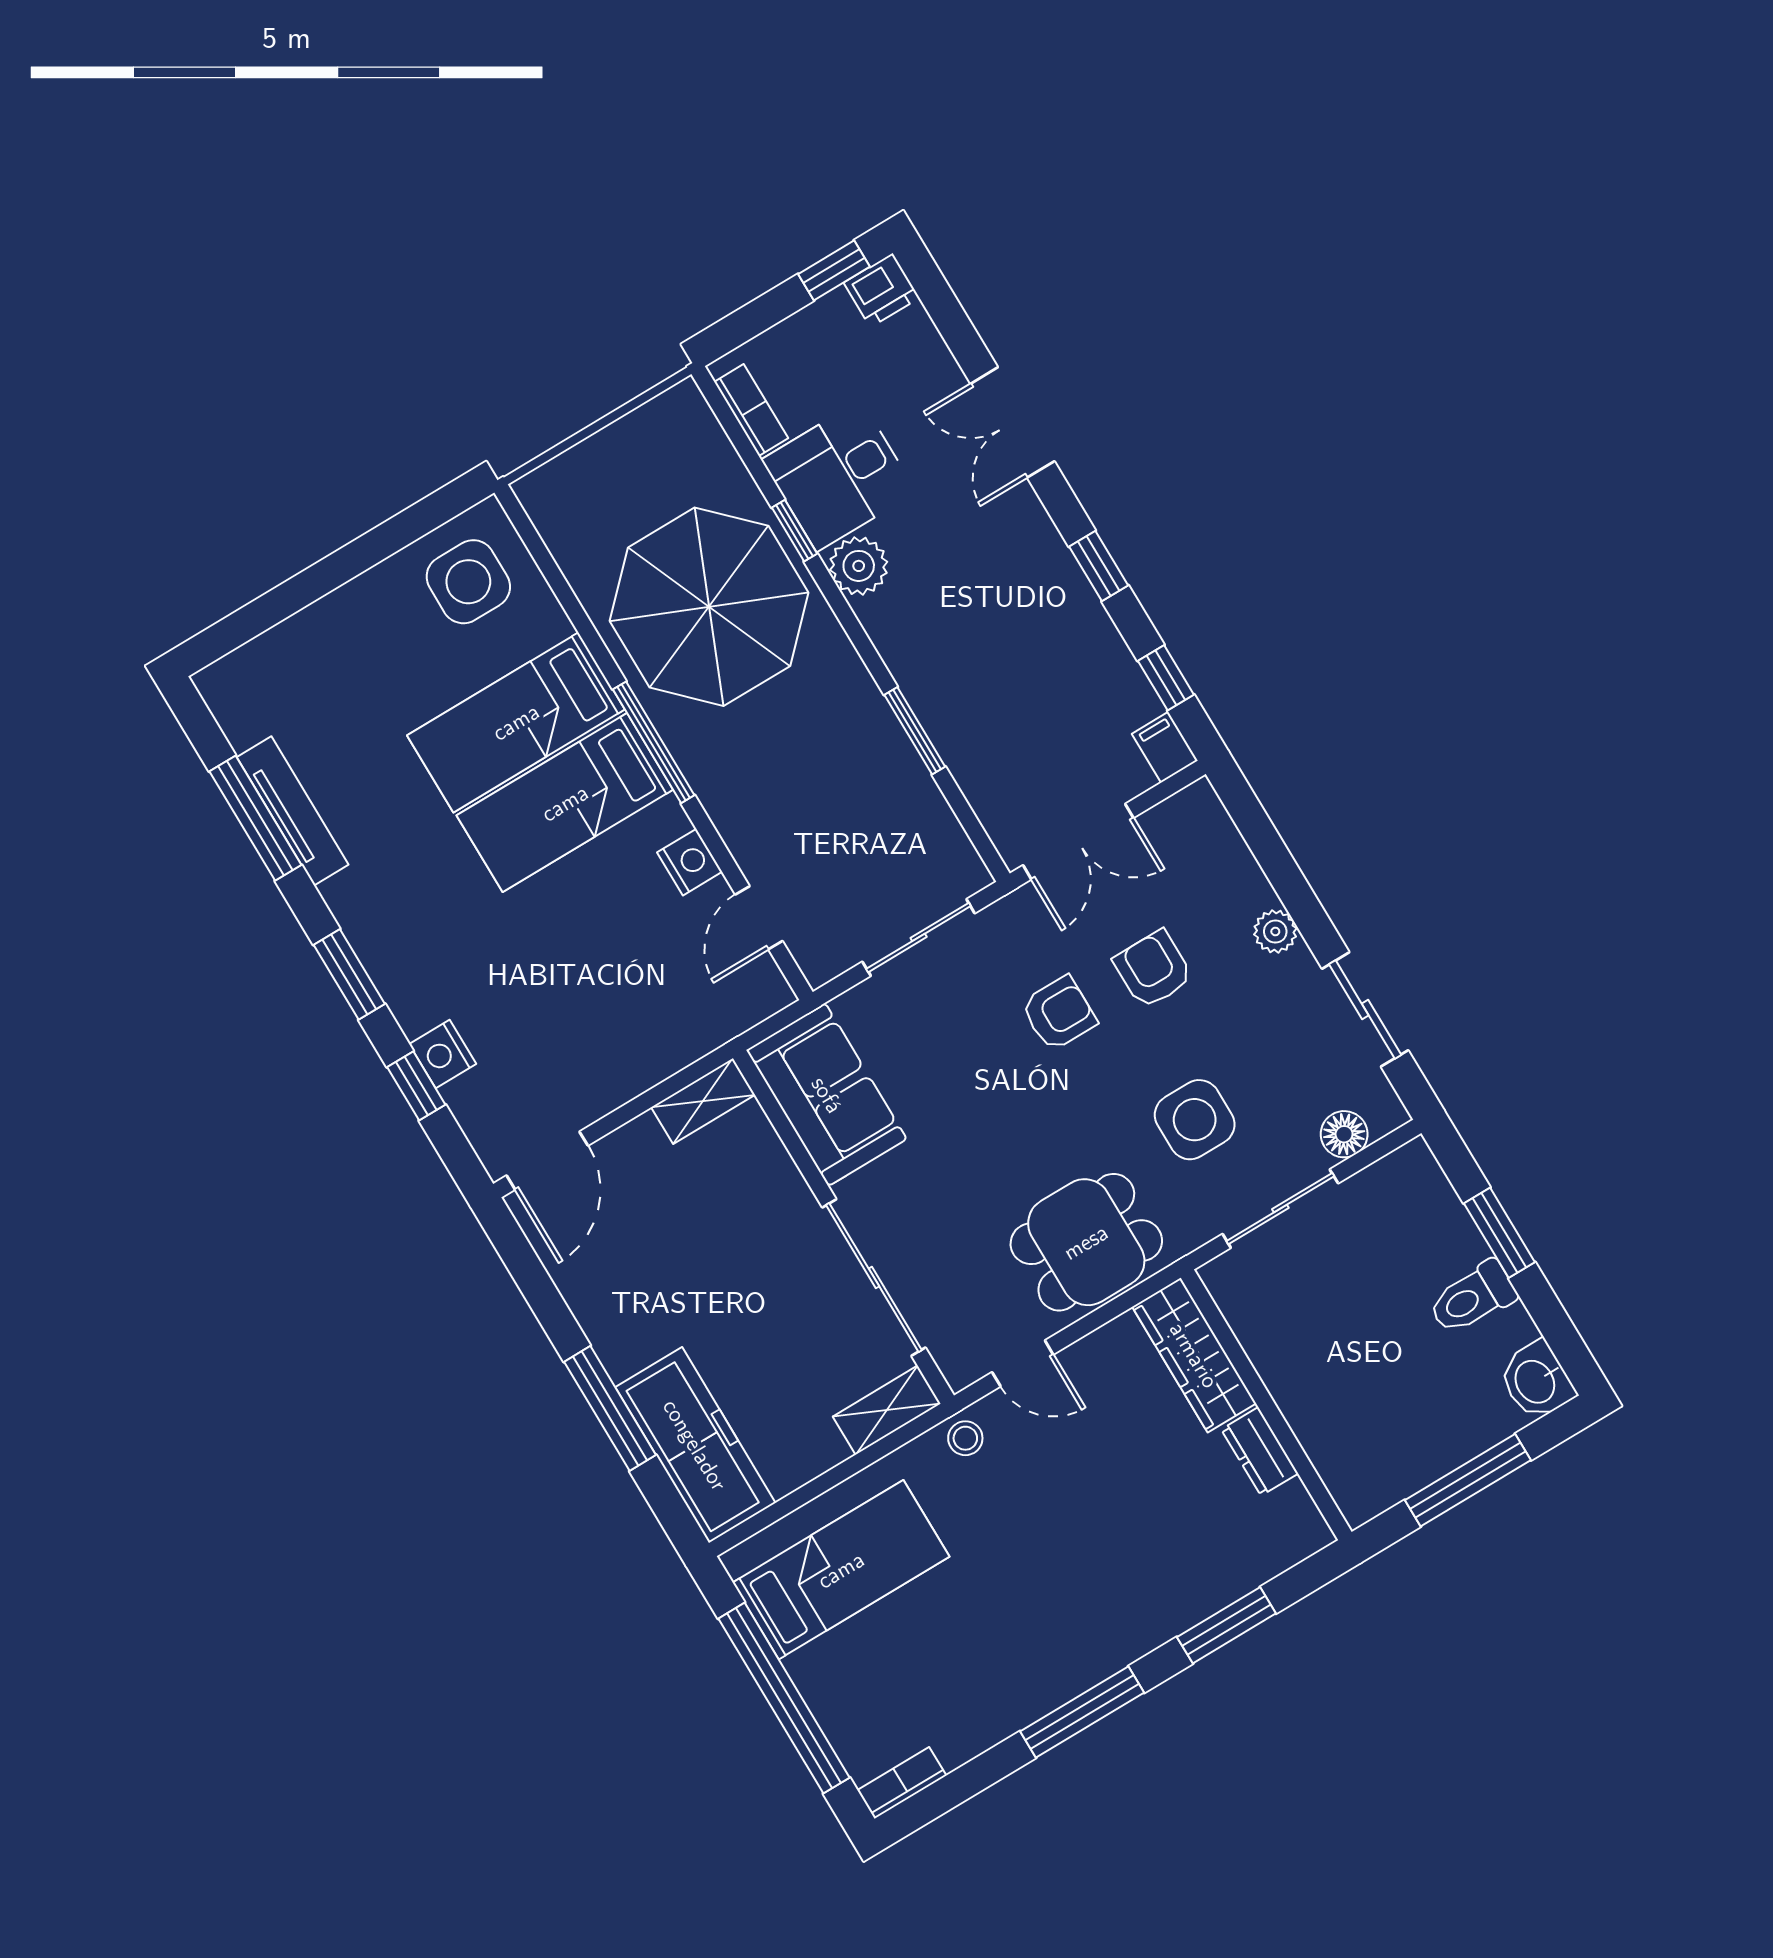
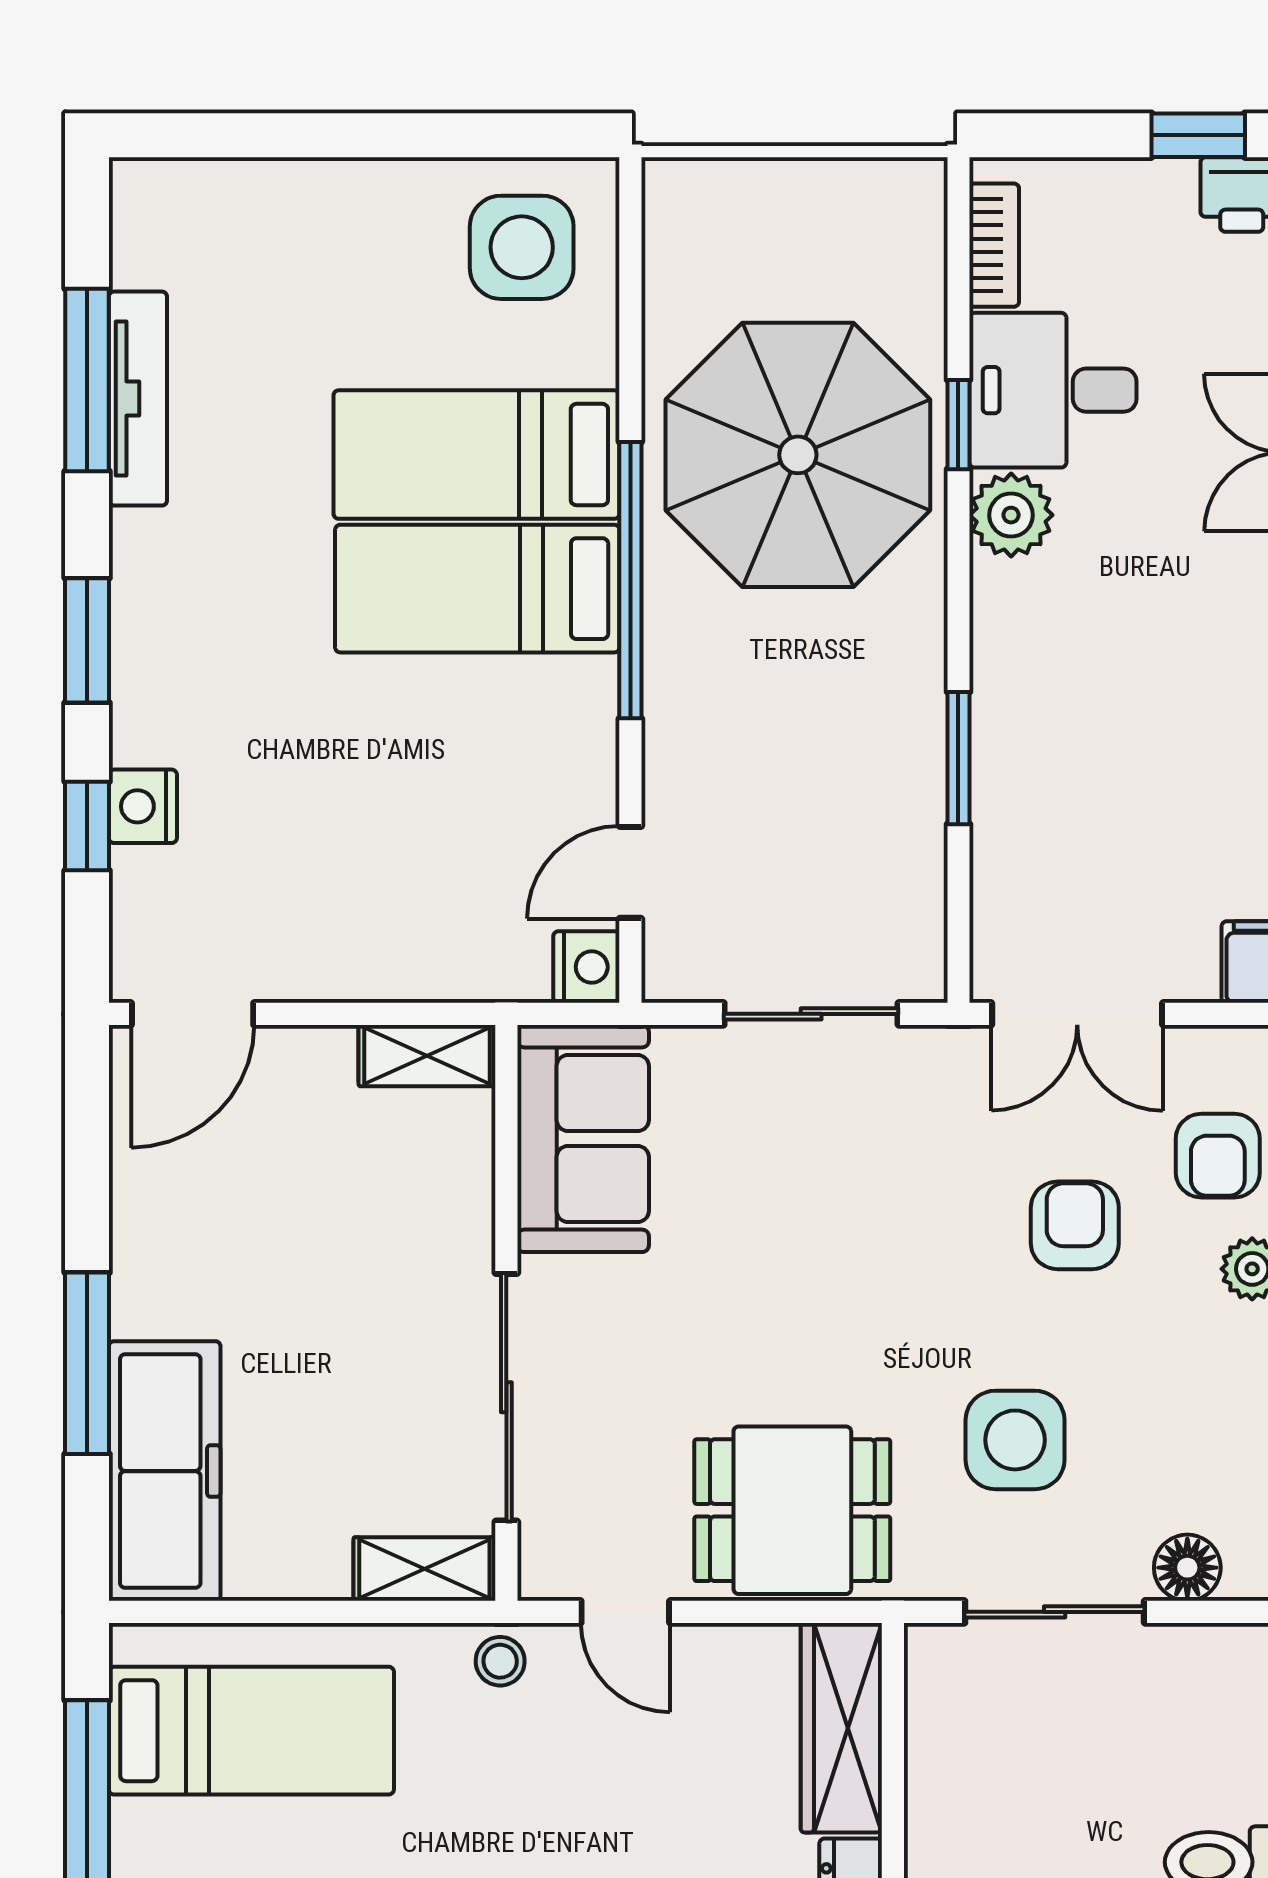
window: (654, 742) -> (630, 580), width x1.46
nightstand: (690, 862) -> (586, 967), moved
armchair: (1059, 1013) -> (1218, 1156), moved, turned 90

